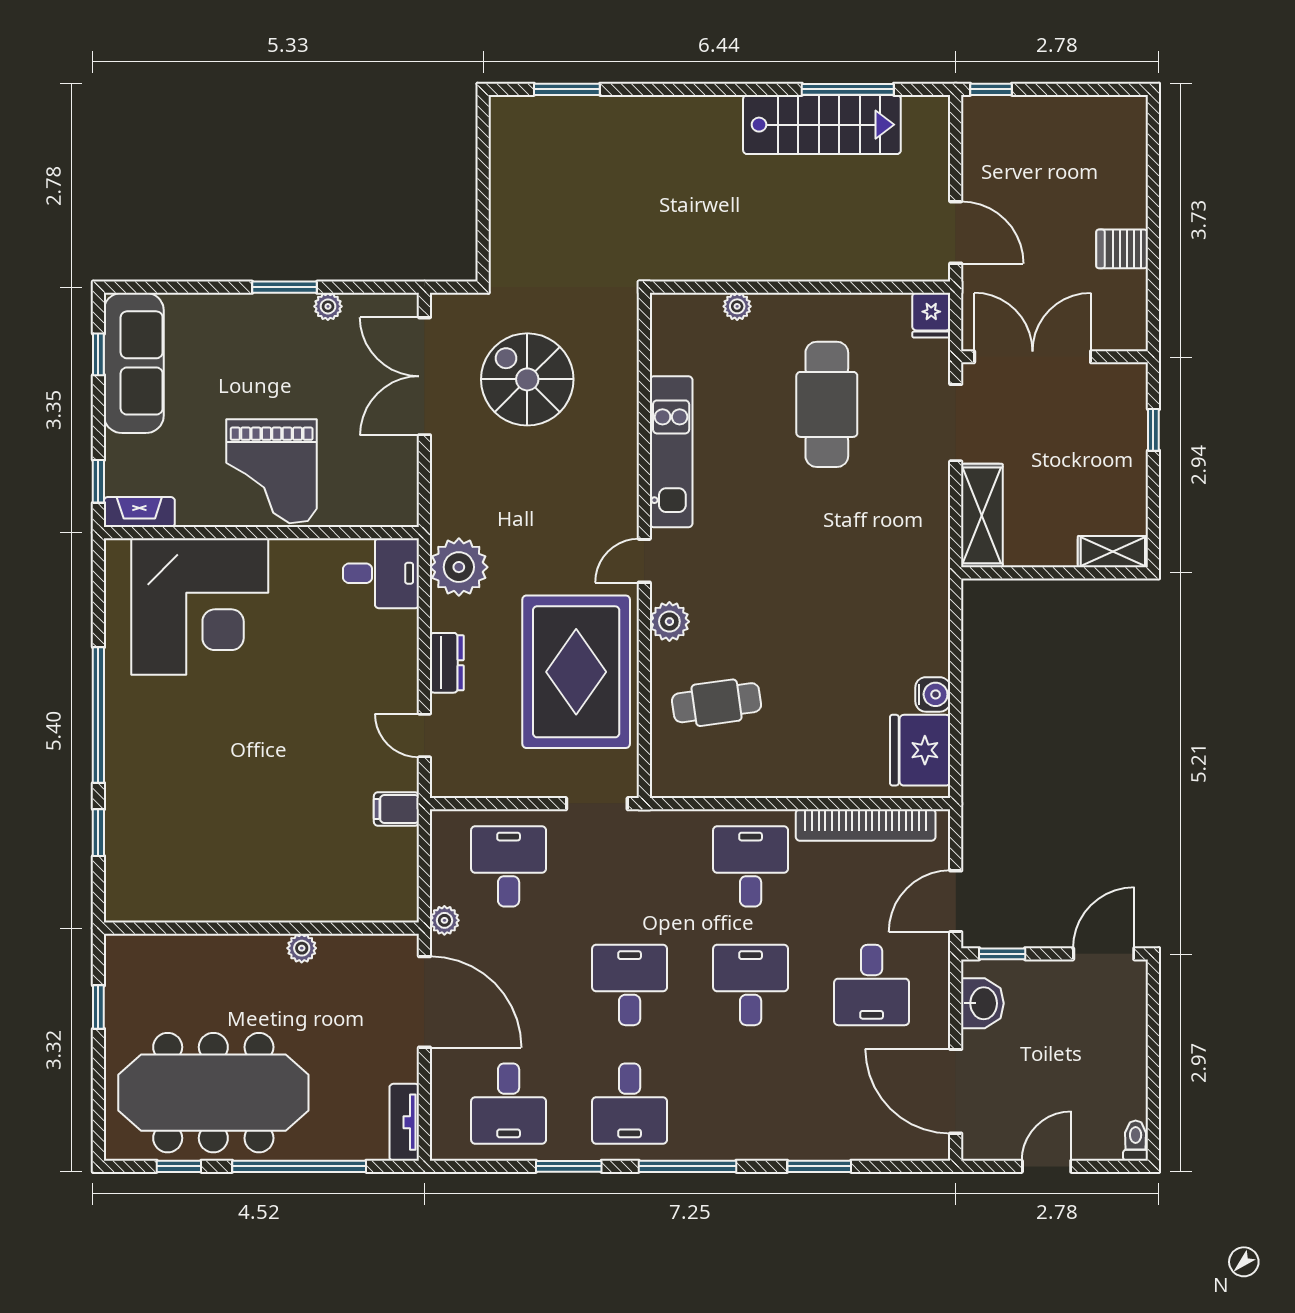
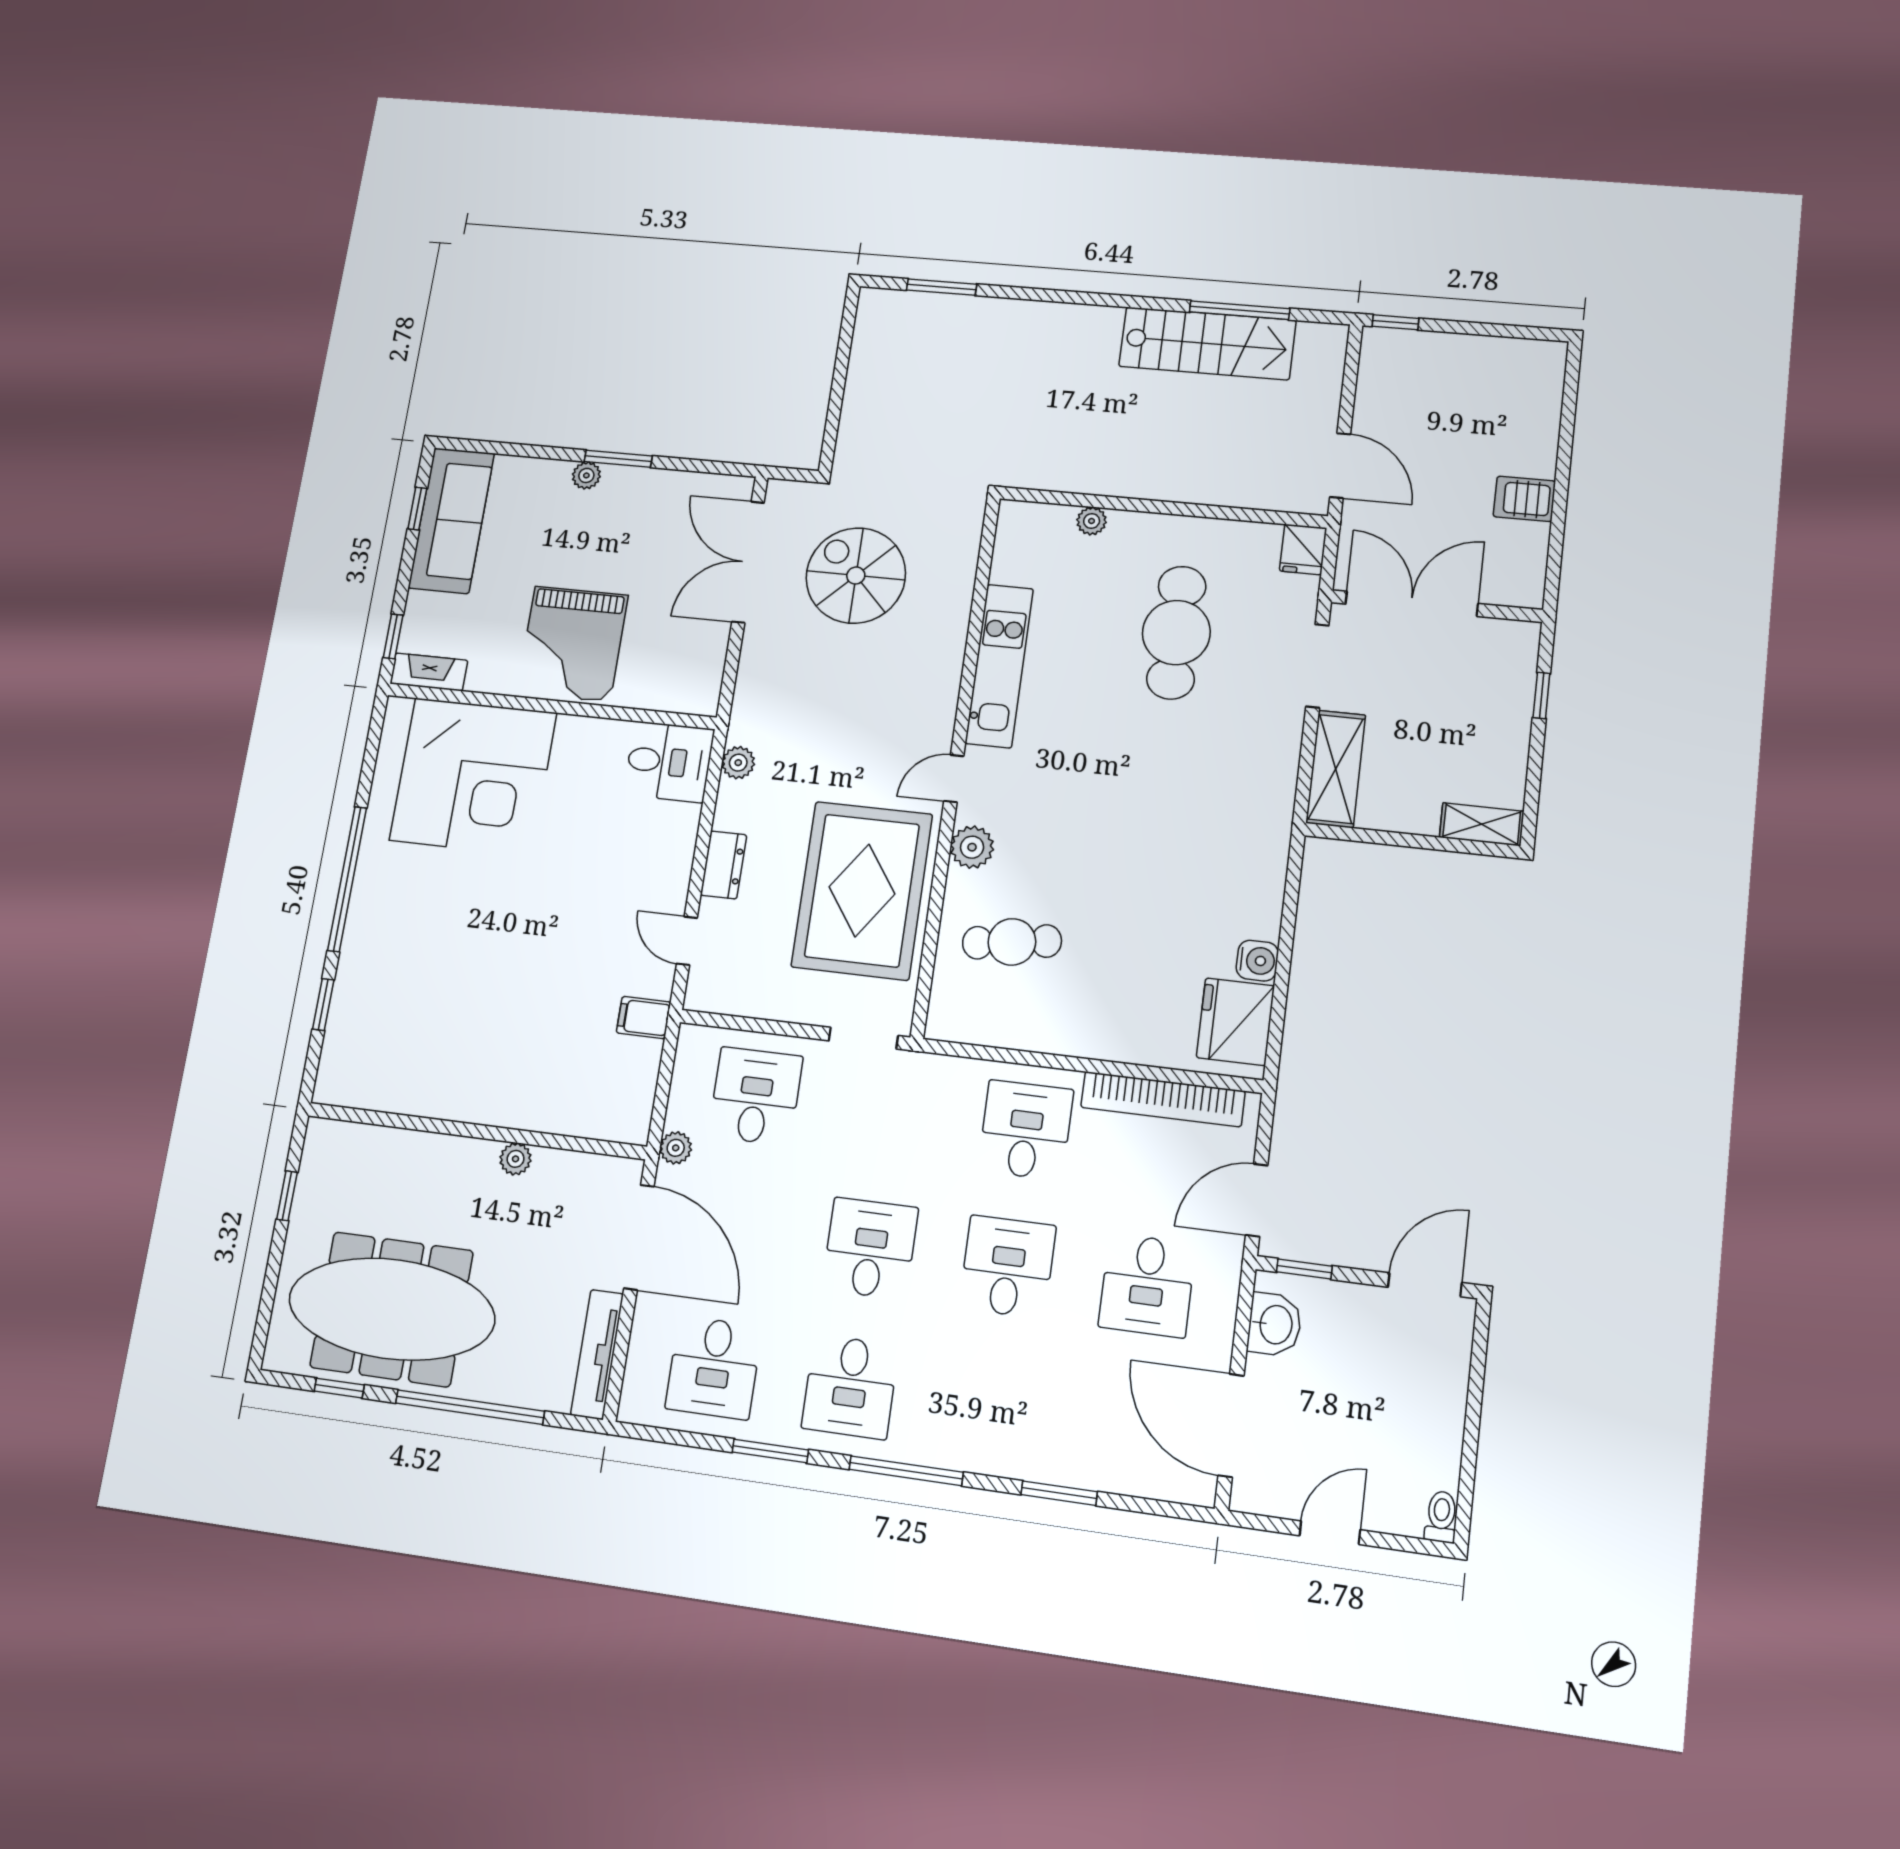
plant: (328, 306) -> (586, 475), moved
plant: (459, 567) -> (738, 763), width x0.53, depth x0.53
tv unit: (404, 1122) -> (597, 1354), width x1.41

